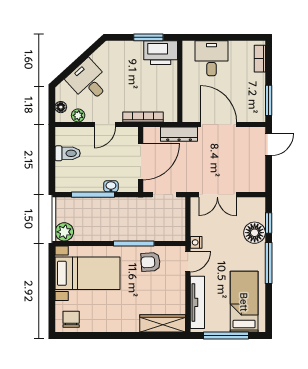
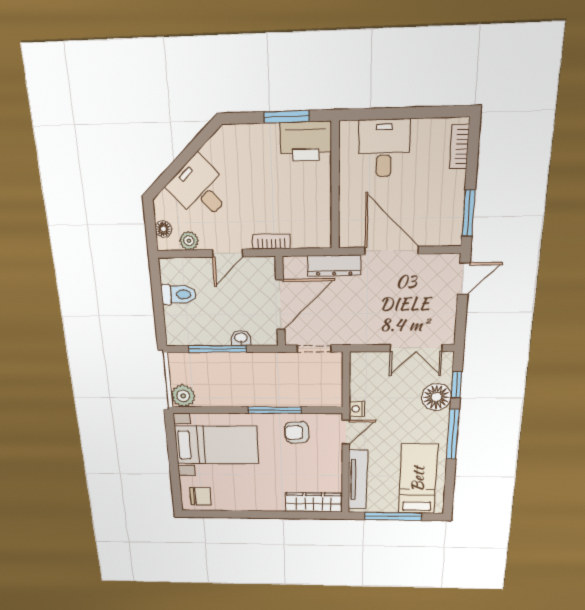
bookcase: (143, 117) -> (271, 241), width x0.64
double door: (217, 195) -> (416, 348), moved
chair: (71, 319) -> (200, 496), turned 90

